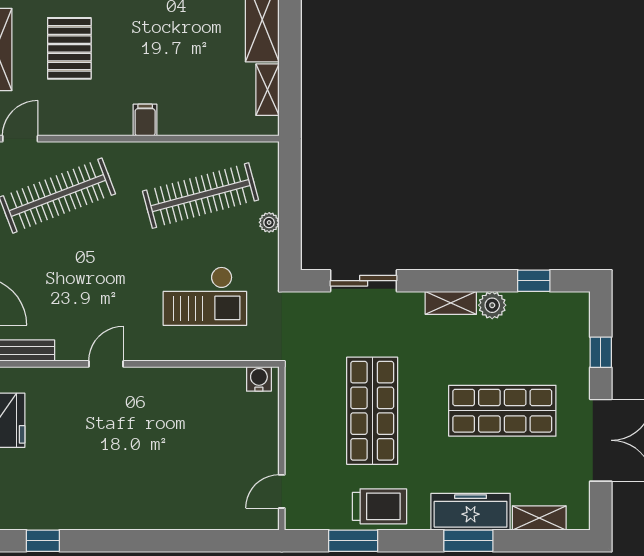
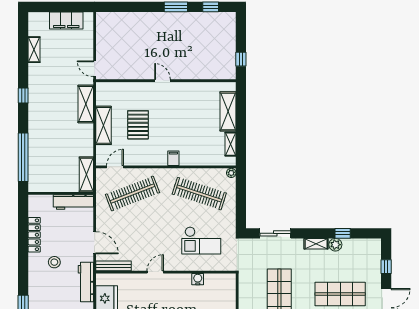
clothes rail: (200, 196) -> (199, 194), turned 33
plant: (269, 222) -> (231, 173), moved
window: (534, 281) -> (343, 233), moved
water cooler: (259, 379) -> (198, 279), moved

